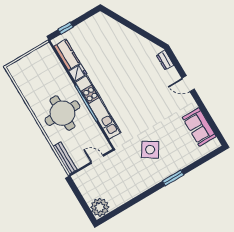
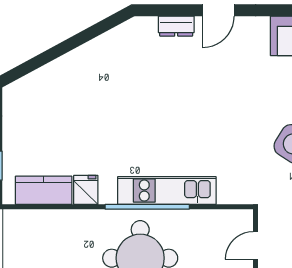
dresser: (165, 60) -> (176, 26), moved
kitchen unit: (98, 107) -> (167, 191), width x0.73

